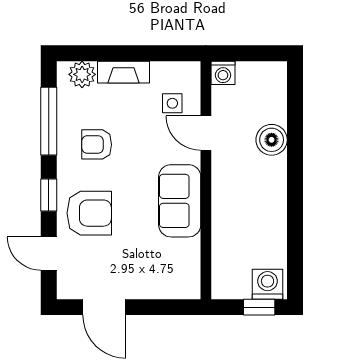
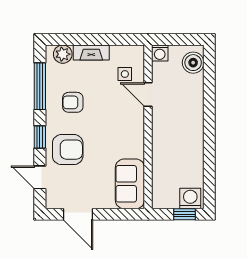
boiler: (272, 140) -> (193, 63), moved
sofa: (180, 201) -> (130, 184), moved

